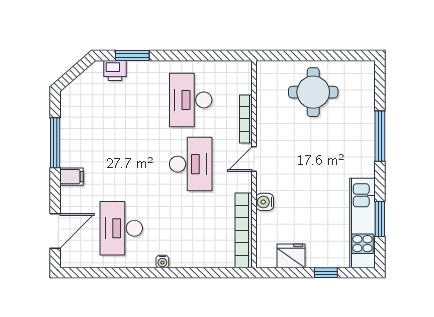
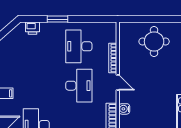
window: (132, 55) -> (57, 19), moved
door: (254, 159) -> (118, 83), swing flipped

